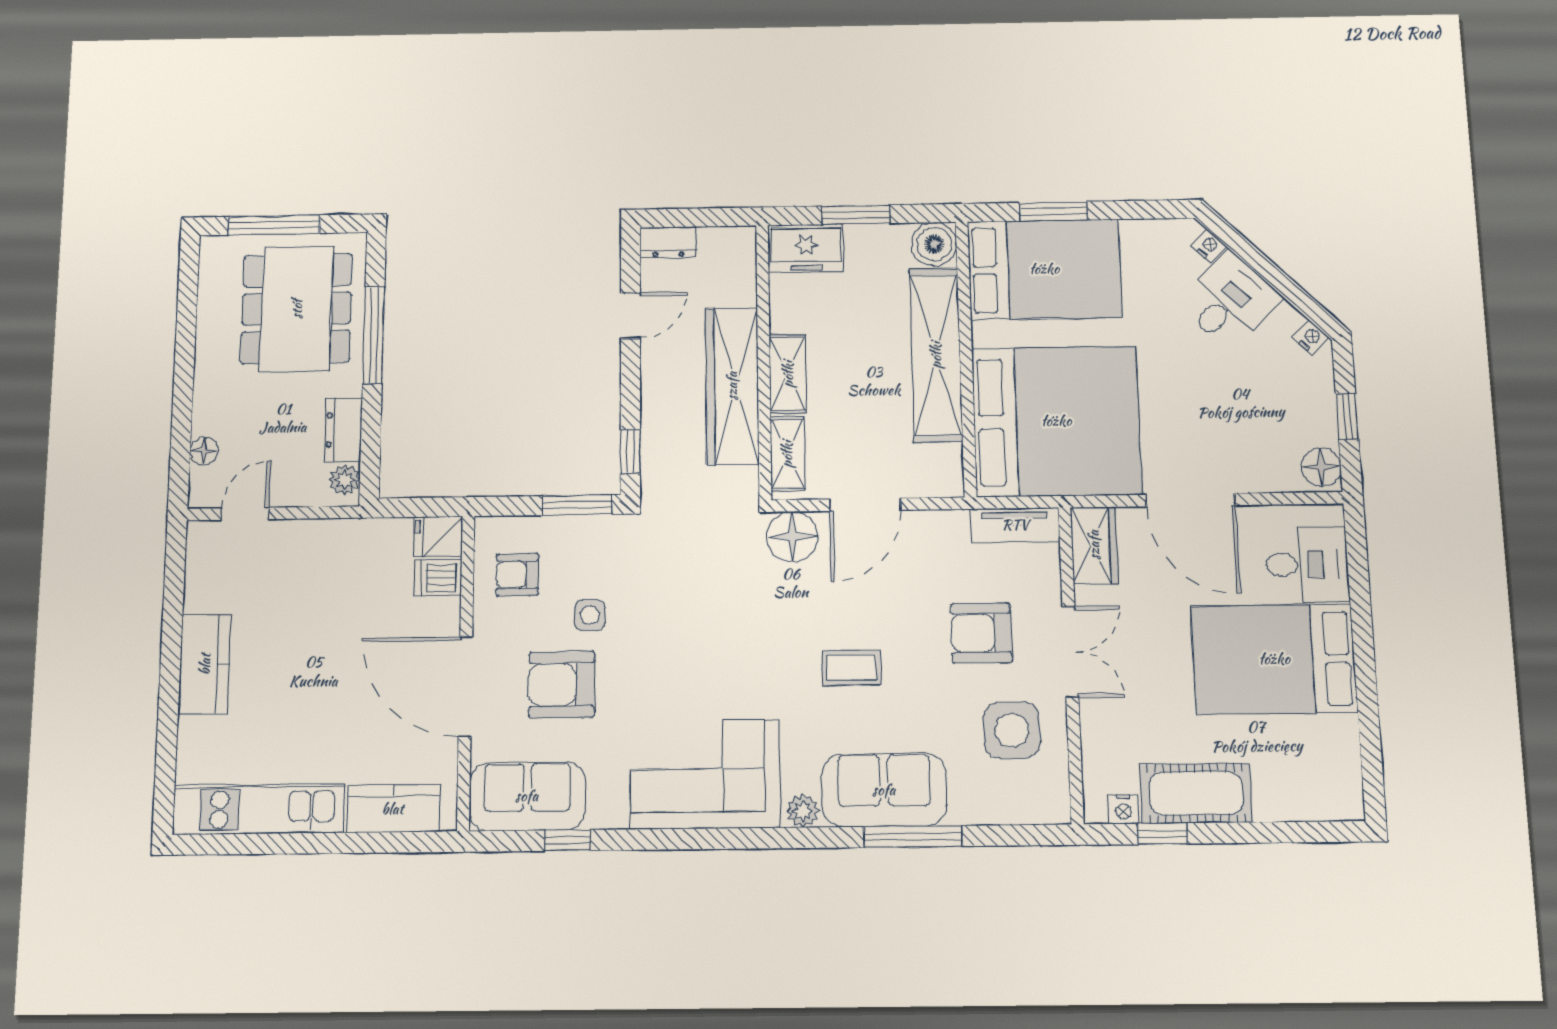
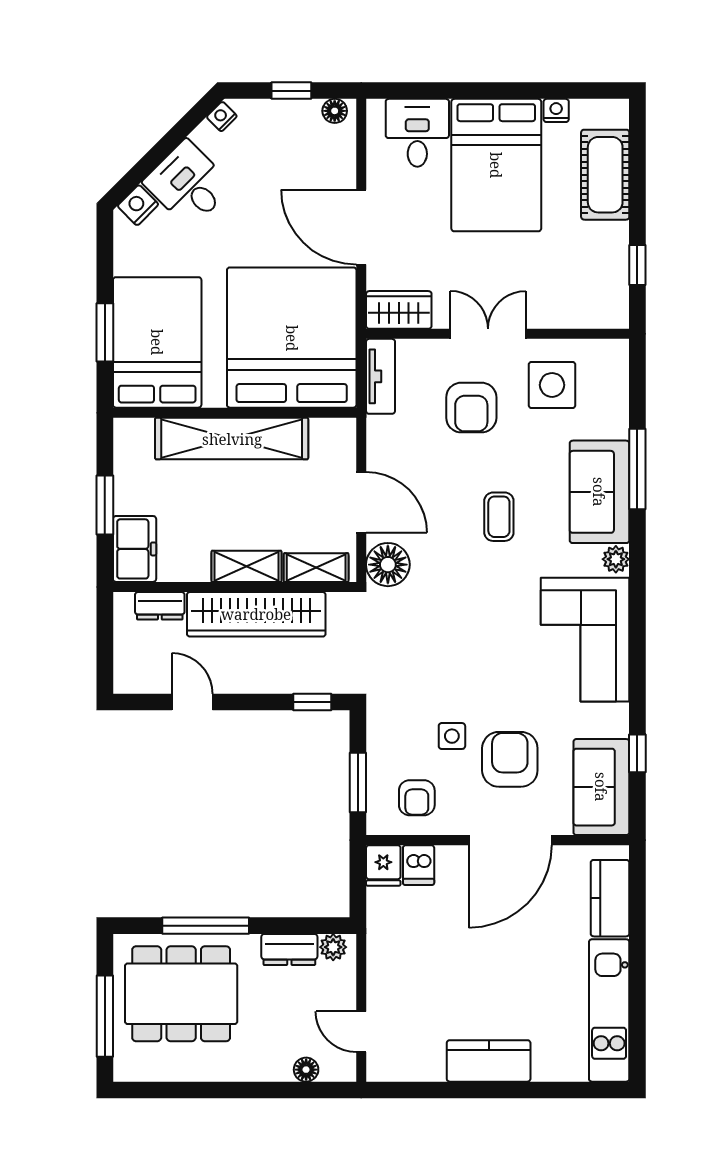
dresser: (668, 242) -> (160, 606), moved, turned 90
boiler: (934, 244) -> (133, 437), removed
nightstand: (1209, 246) -> (138, 205), width x1.39, depth x1.35
floor lamp: (1321, 467) -> (335, 111), width x0.73, depth x0.73
door: (1190, 500) -> (361, 227), swing flipped
window: (577, 505) -> (358, 782), moved
armchair: (562, 685) -> (510, 759), turned 180
cot: (1196, 793) -> (605, 175), moved
nightstand: (1123, 809) -> (556, 110), moved, turned -90

